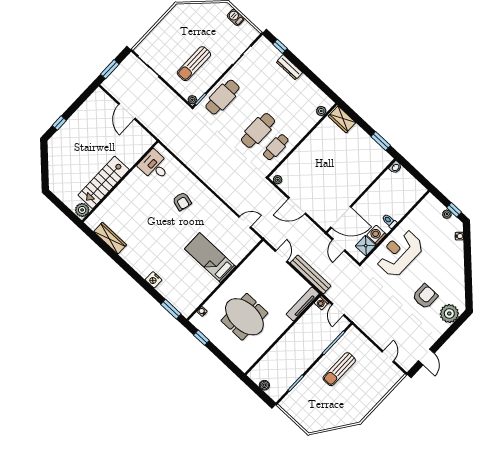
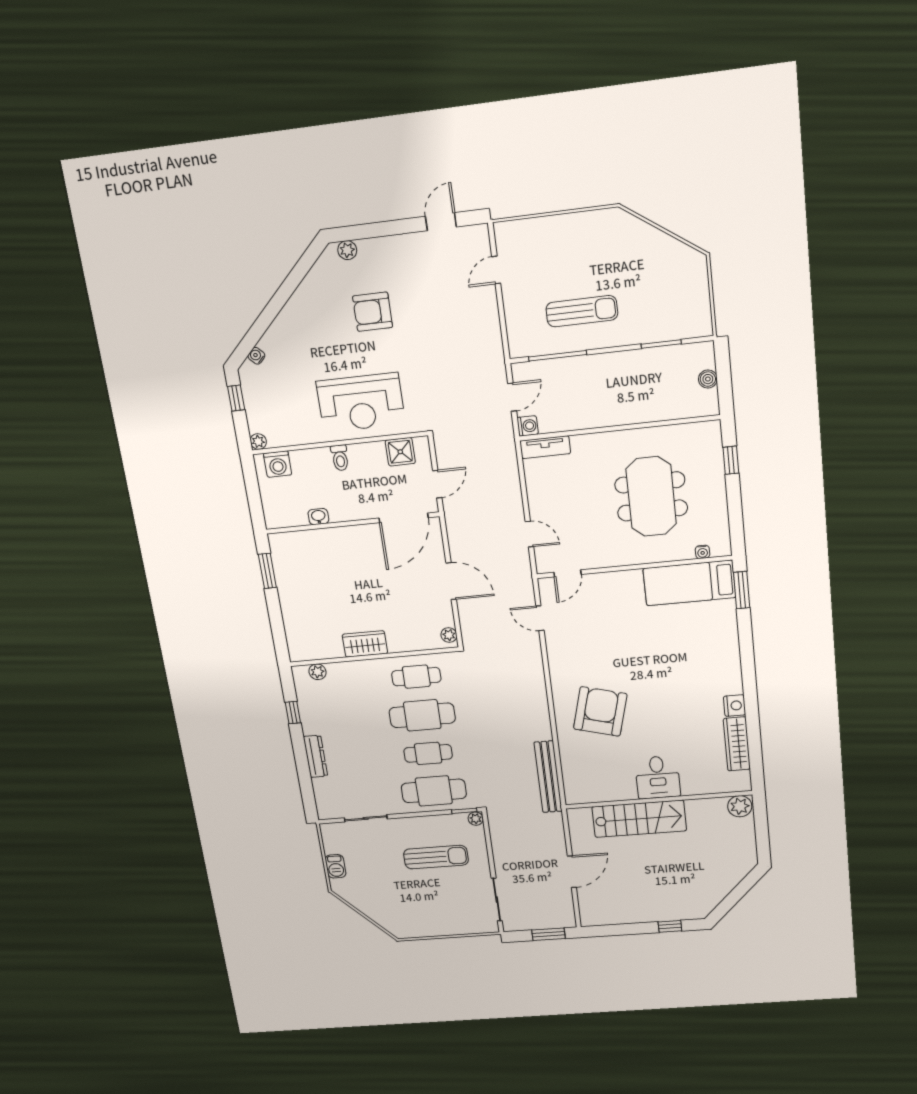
window: (280, 46) -> (293, 713), moved
cafe table: (240, 114) -> (428, 753), added
wardrobe: (342, 119) -> (365, 644), moved, turned -90
desk: (154, 166) -> (658, 777), moved
washbasin: (395, 167) -> (318, 517), moved
stairs: (104, 182) -> (639, 819), moved
armchair: (182, 201) -> (600, 711), width x1.88, depth x1.88
plant: (447, 214) -> (258, 442), moved
door: (341, 217) -> (403, 518), swing flipped
washing machine: (377, 235) -> (278, 464), moved
door: (250, 253) -> (567, 573), added
door: (281, 256) -> (529, 534), swing flipped
bed: (210, 258) -> (689, 583), moved, turned 90
bench: (311, 274) -> (548, 777), moved
nightstand: (154, 280) -> (735, 706), moved
tv unit: (303, 304) -> (545, 447), width x0.71
plant: (449, 313) -> (347, 250), width x0.53, depth x0.53
window: (201, 338) -> (731, 460), moved

